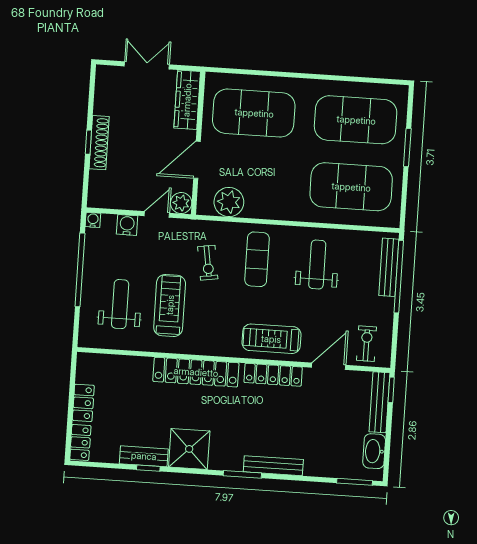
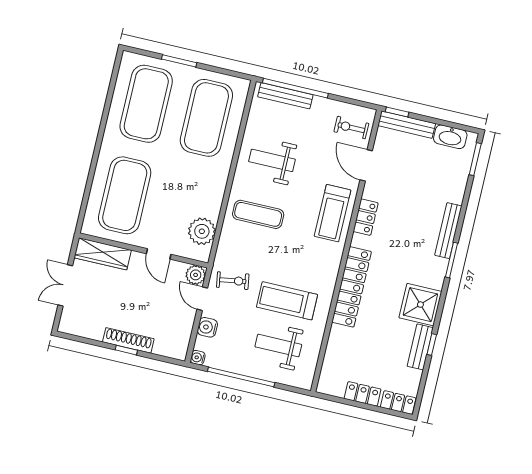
door: (197, 160) -> (159, 254), width x0.73
exercise bike: (208, 263) -> (233, 281), moved
locker: (273, 375) -> (366, 217), width x0.66

